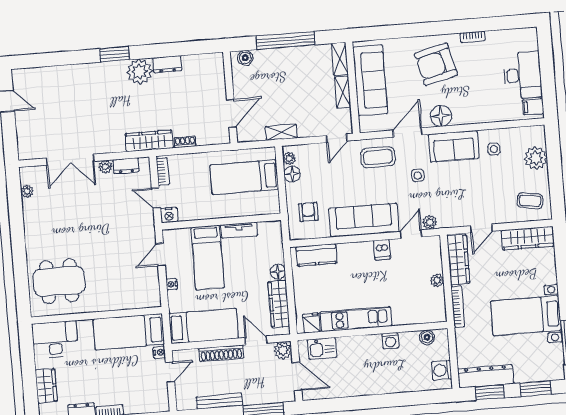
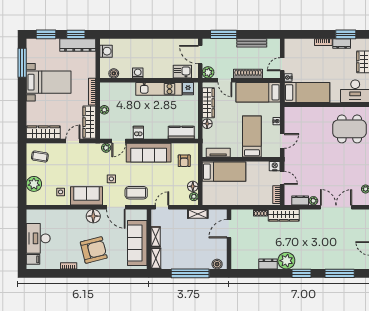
window: (56, 59) -> (340, 273), added
filing cabinet: (533, 107) -> (33, 259), moved
door: (408, 133) -> (116, 207), hinge flipped
bed: (244, 177) -> (224, 172), moved
tv unit: (239, 230) -> (218, 153), moved

